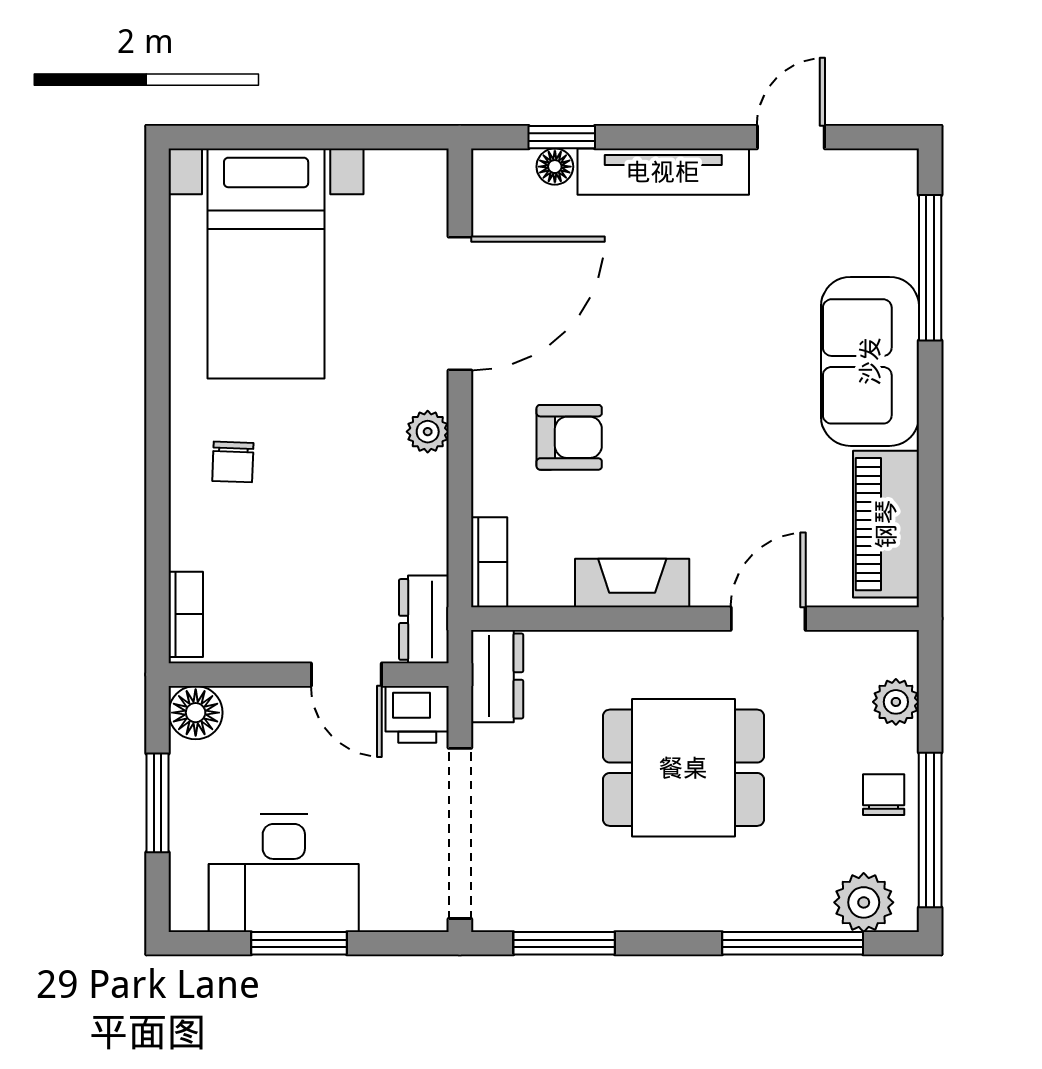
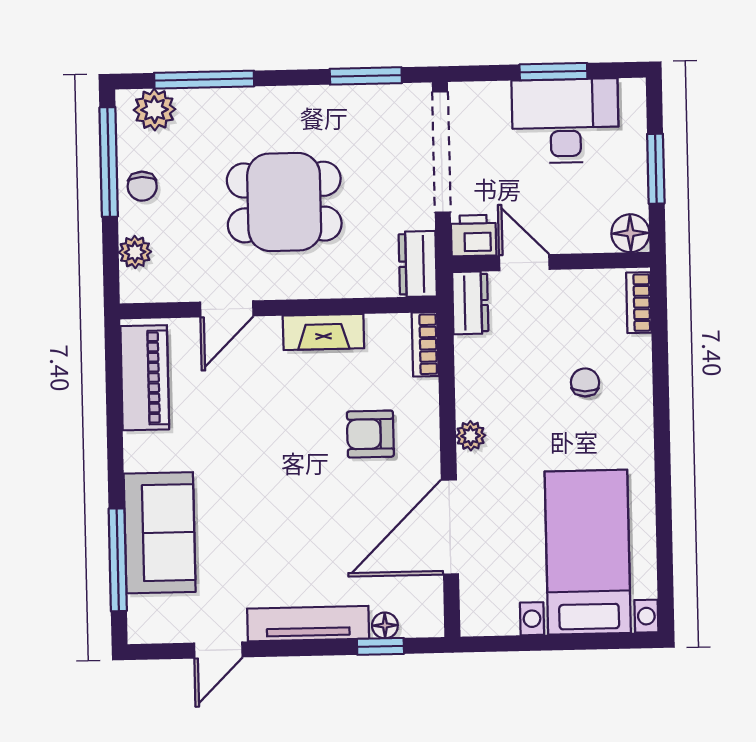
sofa: (870, 361) -> (160, 533), moved
chair: (233, 462) -> (585, 382), moved

